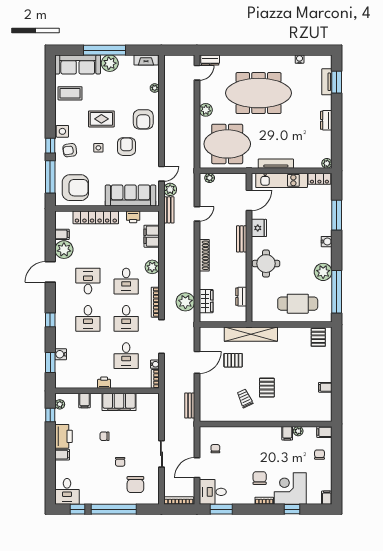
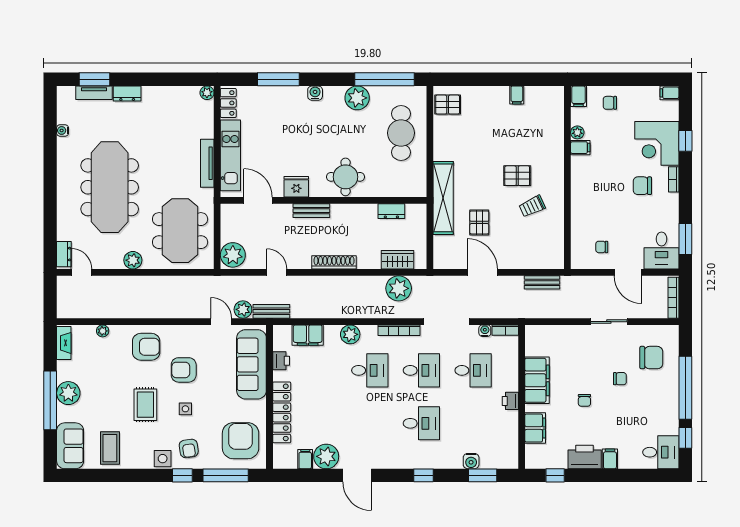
sofa: (78, 64) -> (70, 446), width x0.73
dresser: (326, 120) -> (127, 94), moved
plant: (210, 178) -> (233, 255), width x1.87, depth x1.87
desk: (88, 281) -> (370, 423), removed
filing cabinet: (85, 401) -> (535, 428), width x2.00
plant: (60, 404) -> (540, 462), removed

